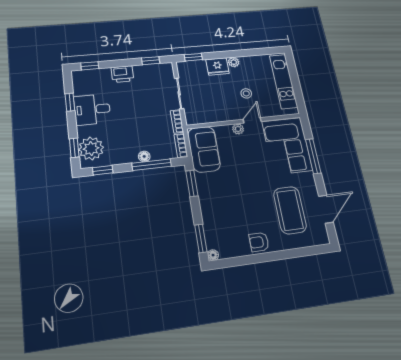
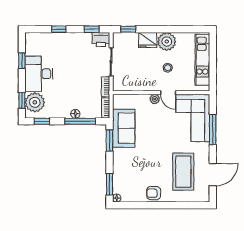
plant: (234, 62) -> (167, 41), width x1.87, depth x1.87
window: (90, 66) -> (59, 29), moved
printer: (122, 74) -> (101, 40), moved
desk: (92, 109) -> (39, 74), width x1.37
door: (252, 120) -> (168, 93), swing flipped
sofa: (204, 149) -> (124, 128), moved

